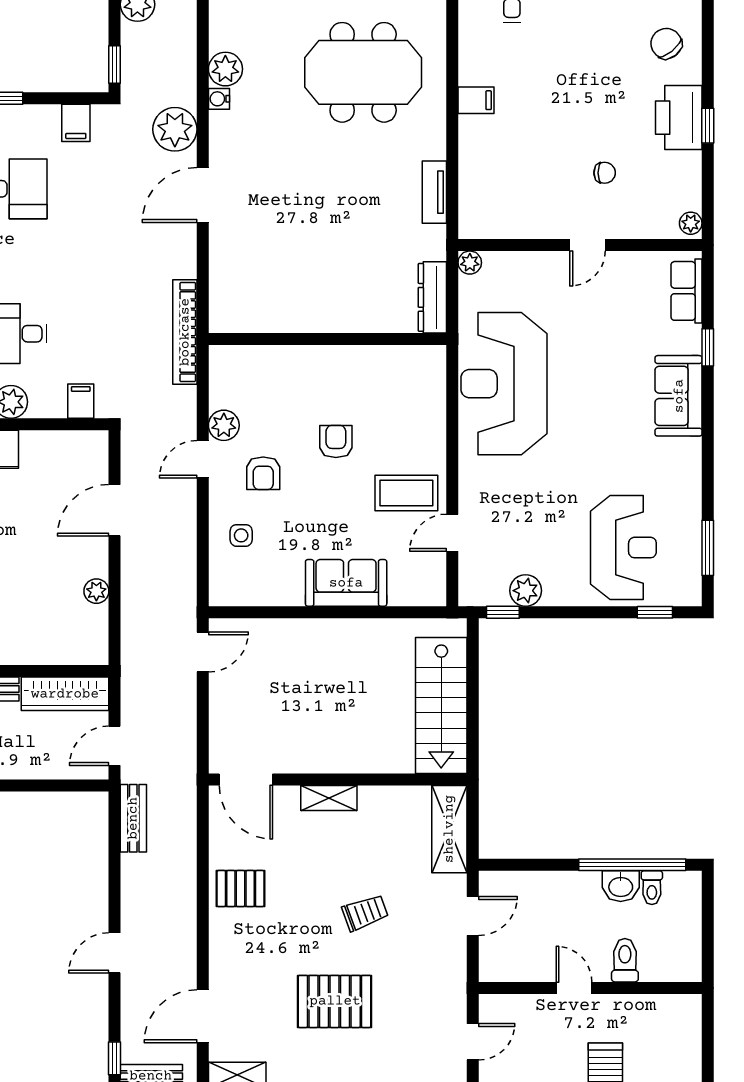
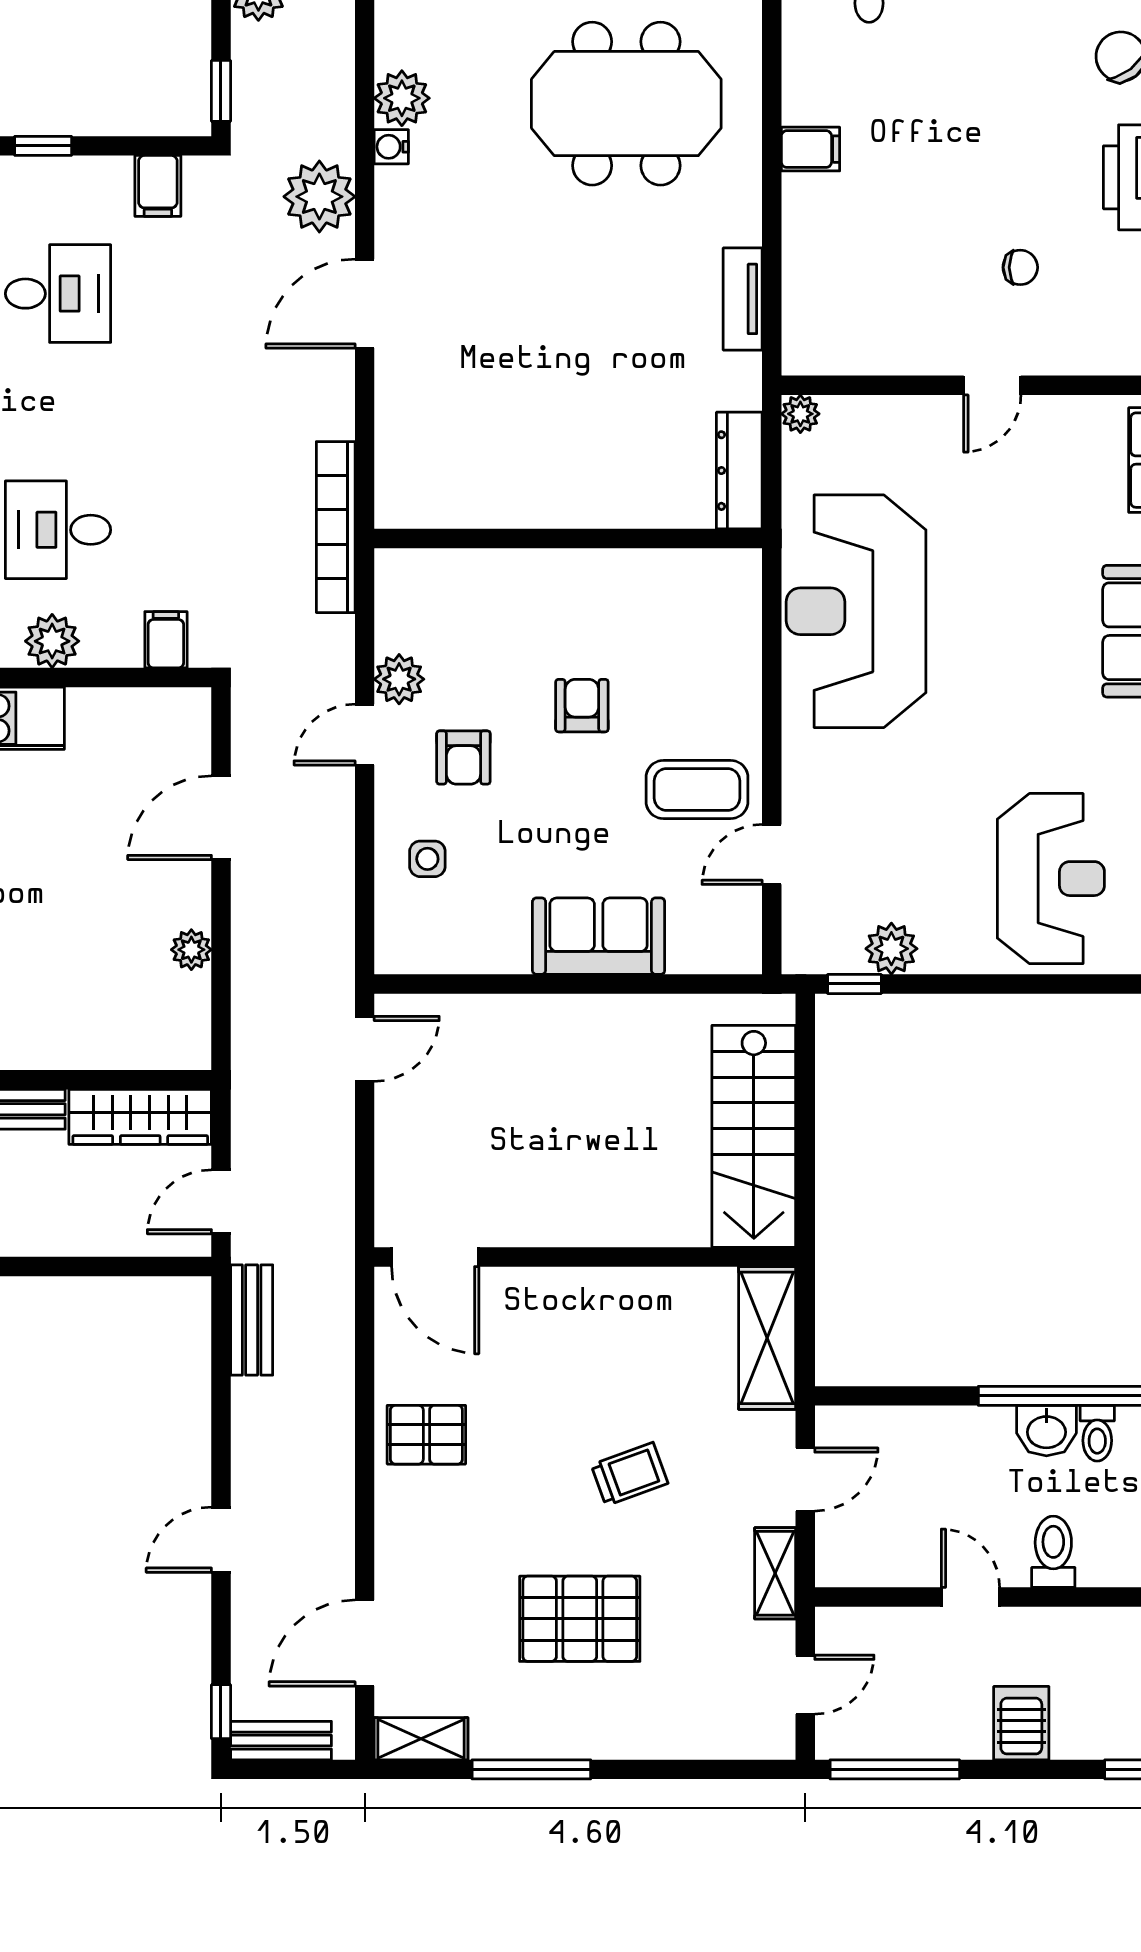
window: (655, 612) -> (1102, 984), removed
shelving: (329, 798) -> (775, 1573), moved, turned 90

